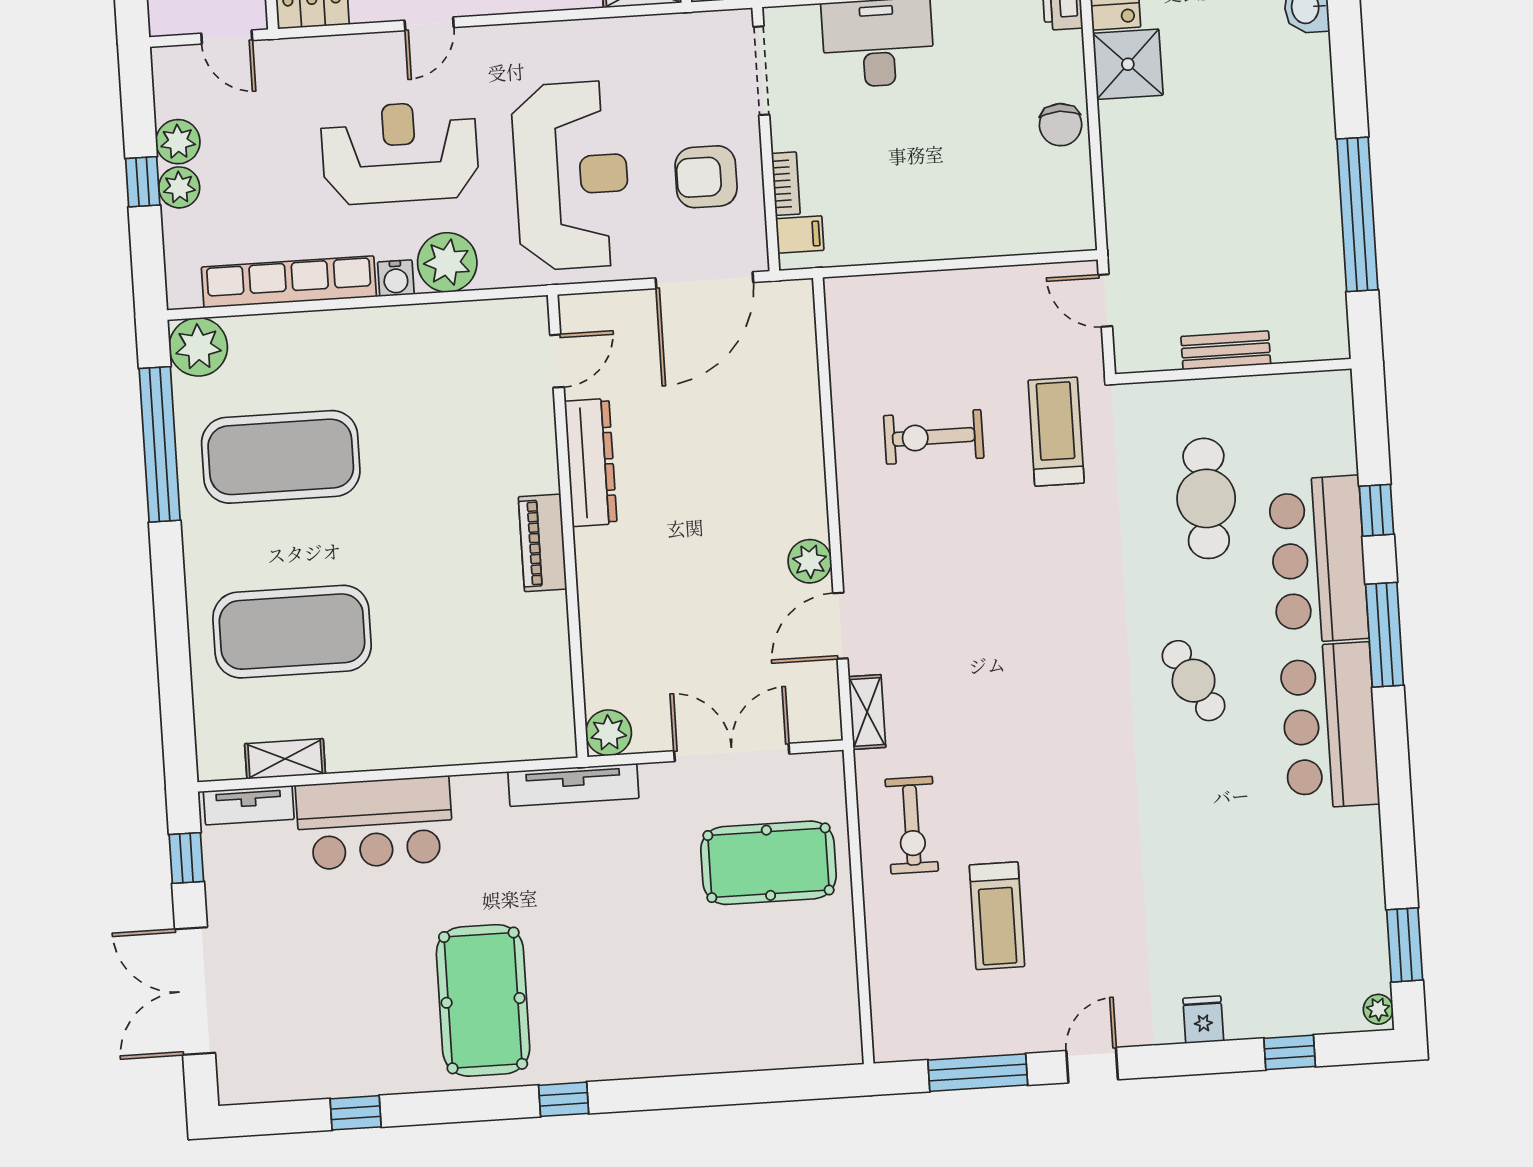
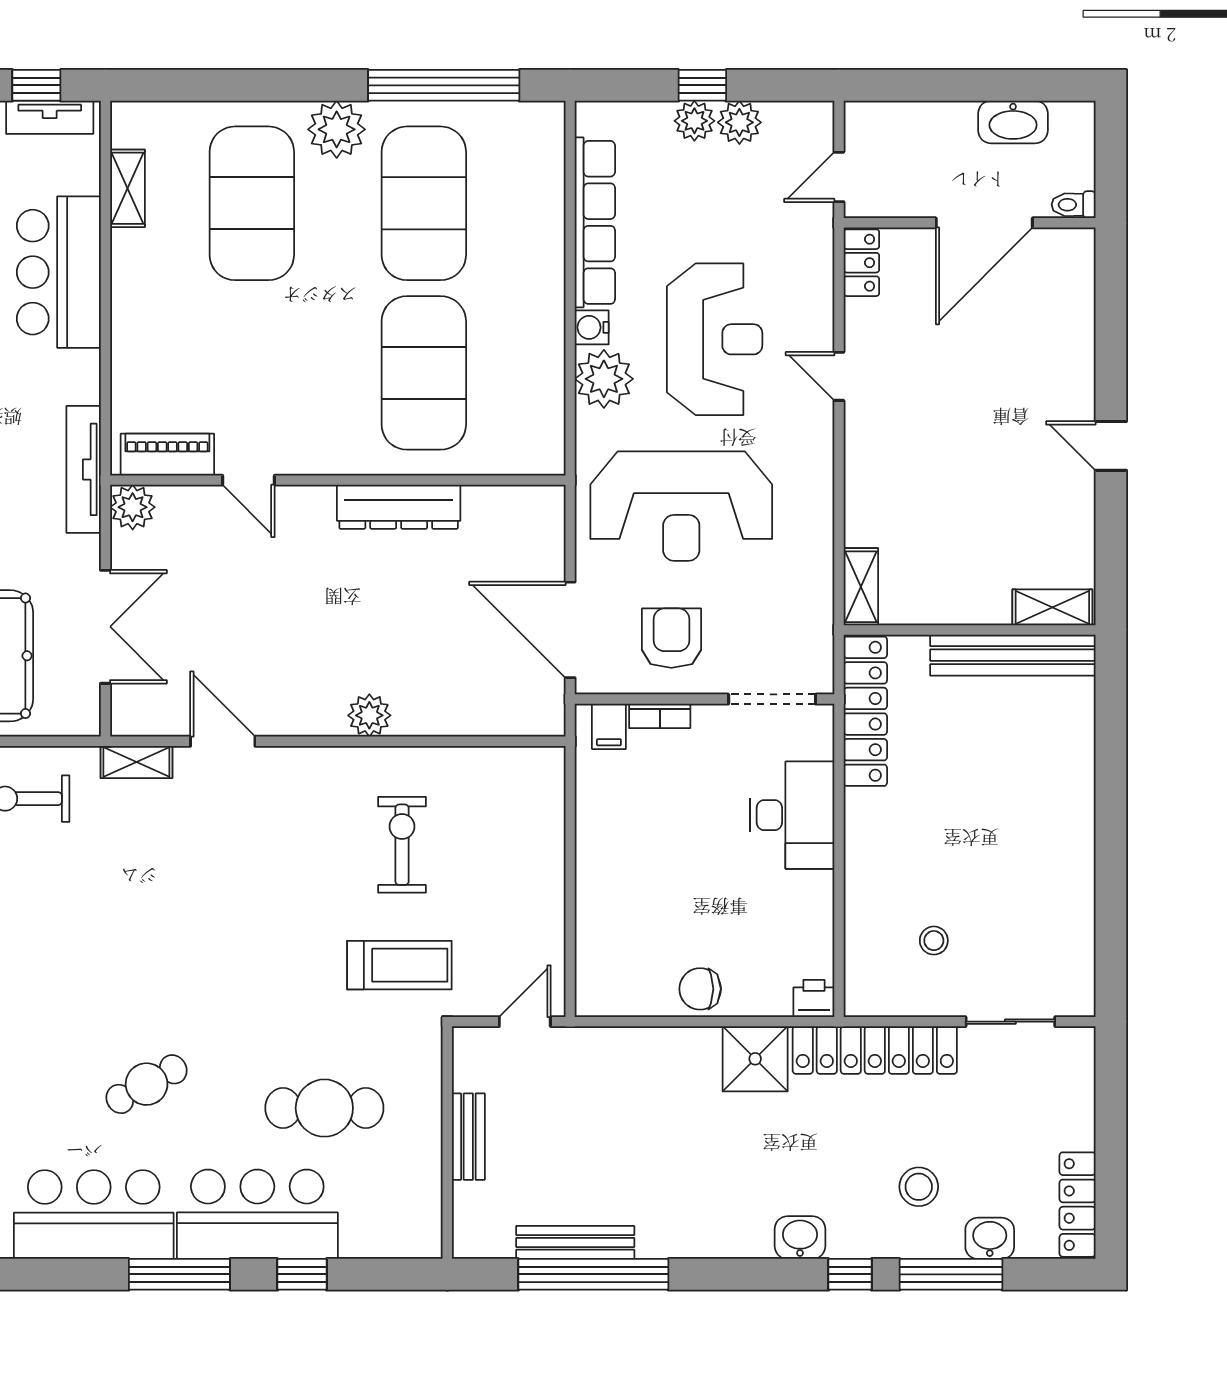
bench: (1326, 235) -> (575, 1242), added
plant: (198, 347) -> (337, 129), moved
door: (557, 361) -> (249, 480), moved
exercise mat: (453, 446) -> (424, 373), added
piano: (543, 543) -> (167, 455), moved
plant: (810, 561) -> (369, 715), moved
tv unit: (249, 805) -> (50, 117), moved, turned -90

